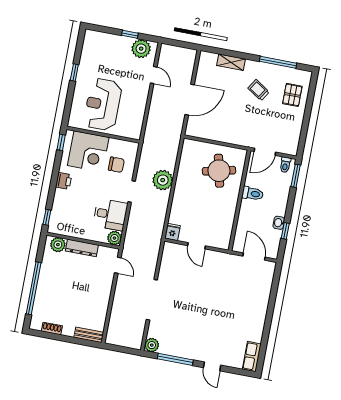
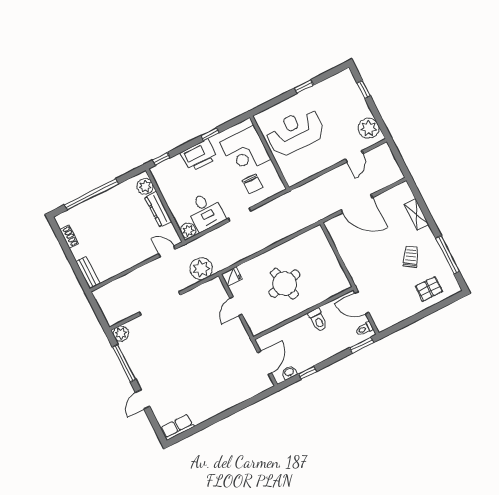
window: (130, 34) -> (364, 89), moved
window: (61, 142) -> (210, 134), moved
round table: (219, 171) -> (285, 284), moved
plant: (163, 180) -> (201, 269), moved
printer: (64, 181) -> (199, 156), width x1.87, depth x1.48
washbasin: (279, 223) -> (289, 372), moved
door: (118, 265) -> (167, 251), swing flipped

